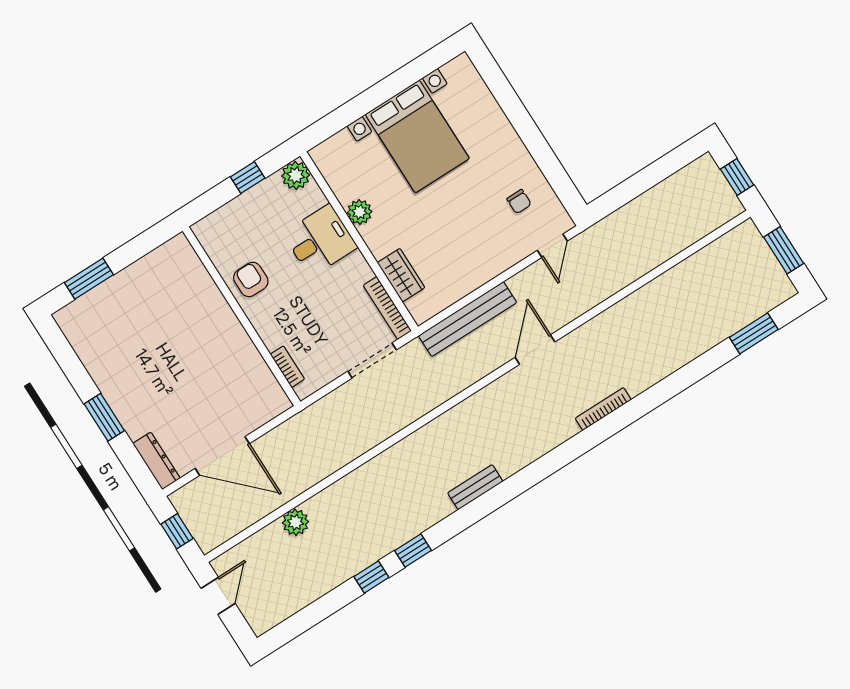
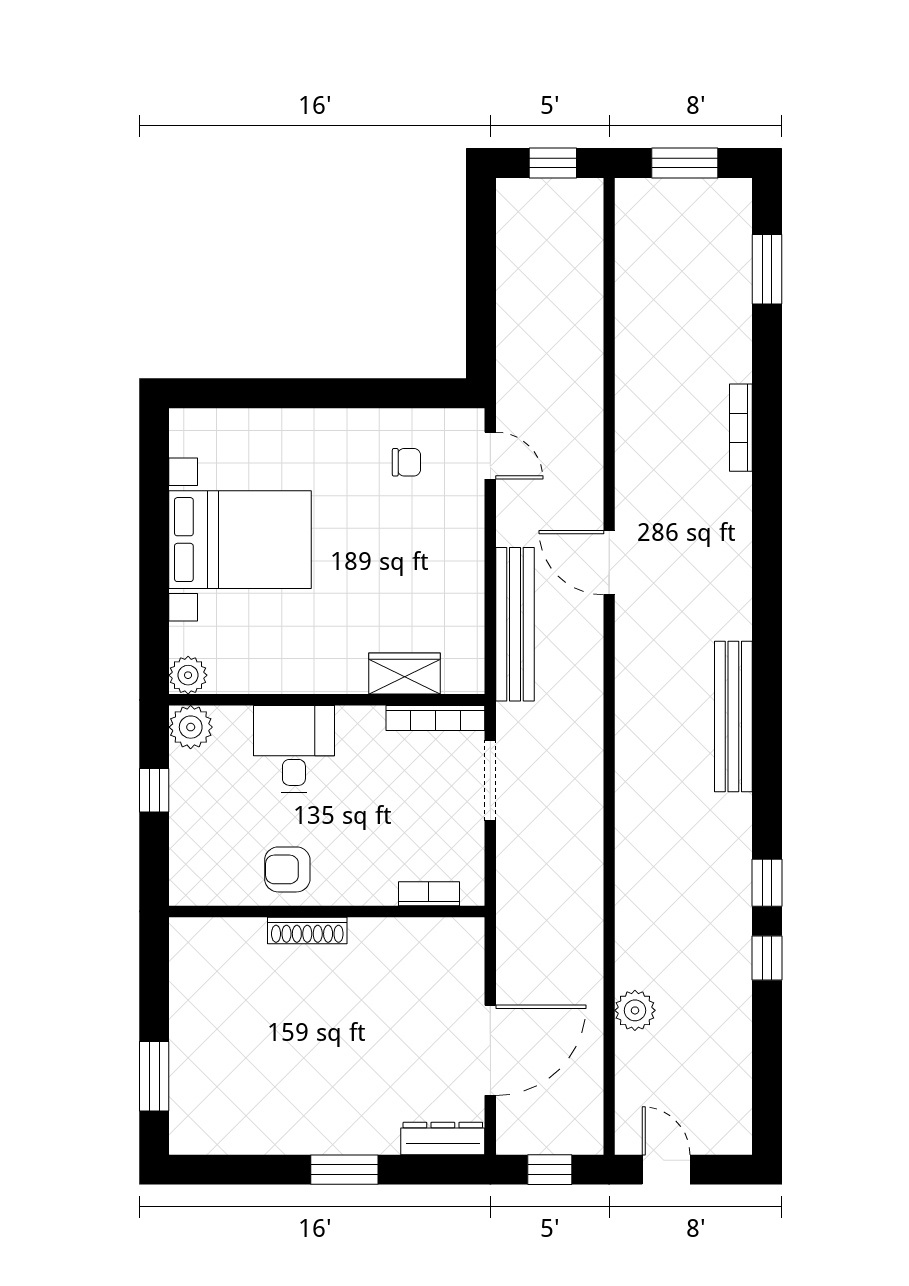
plant: (360, 212) -> (188, 675), moved
shoe rack: (224, 312) -> (307, 931), added
bookcase: (603, 409) -> (741, 428), moved
bench: (475, 487) -> (733, 717), width x1.86, depth x1.21

